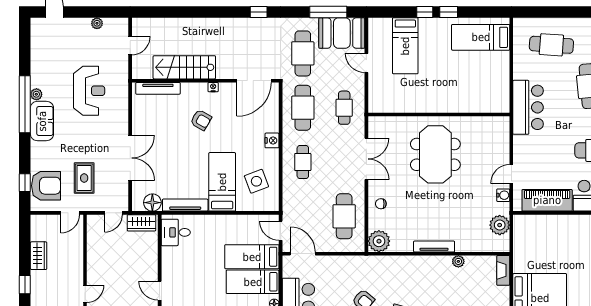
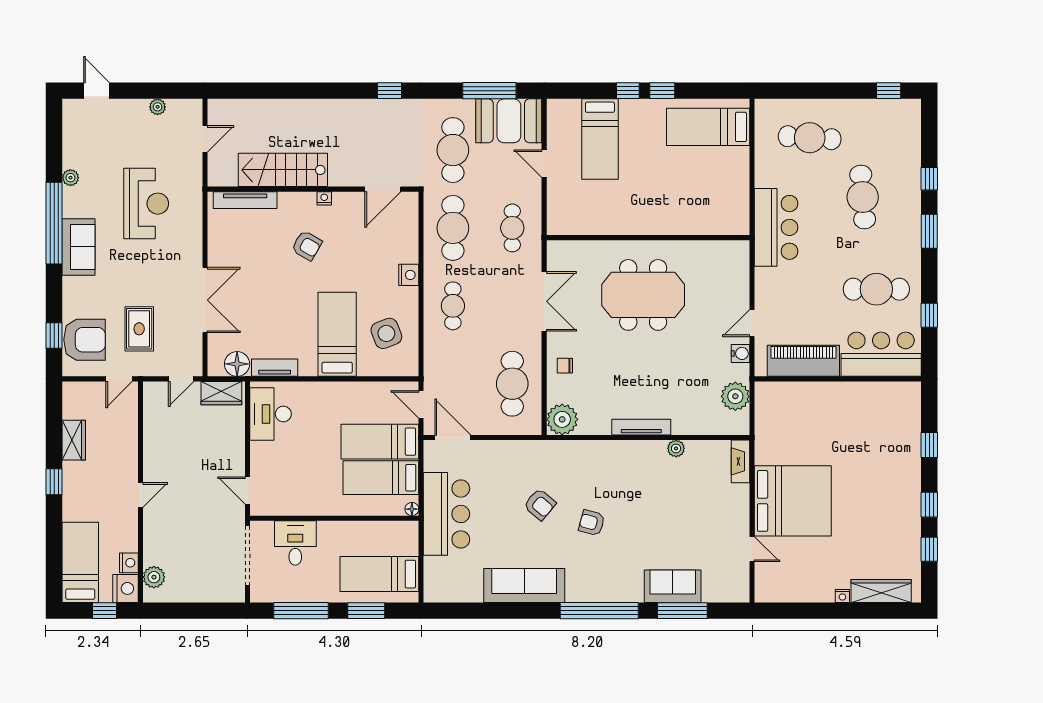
door: (254, 81) -> (383, 189), width x0.73
plant: (36, 94) -> (70, 178), moved
meeting table: (435, 154) -> (643, 295), turned 90
tv unit: (185, 205) -> (275, 368), width x0.71
desk: (176, 232) -> (271, 414), width x1.37

